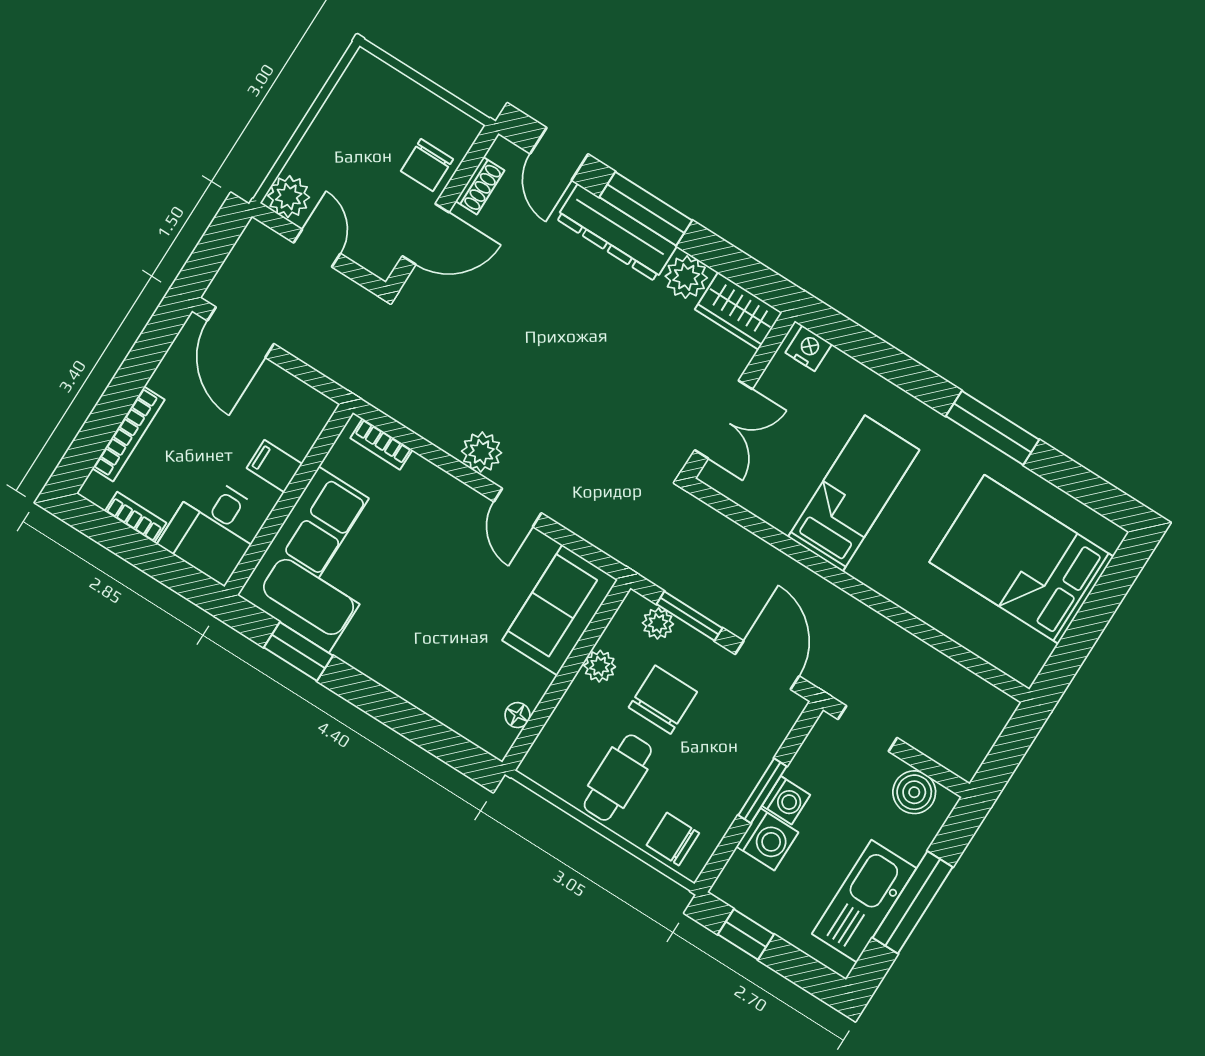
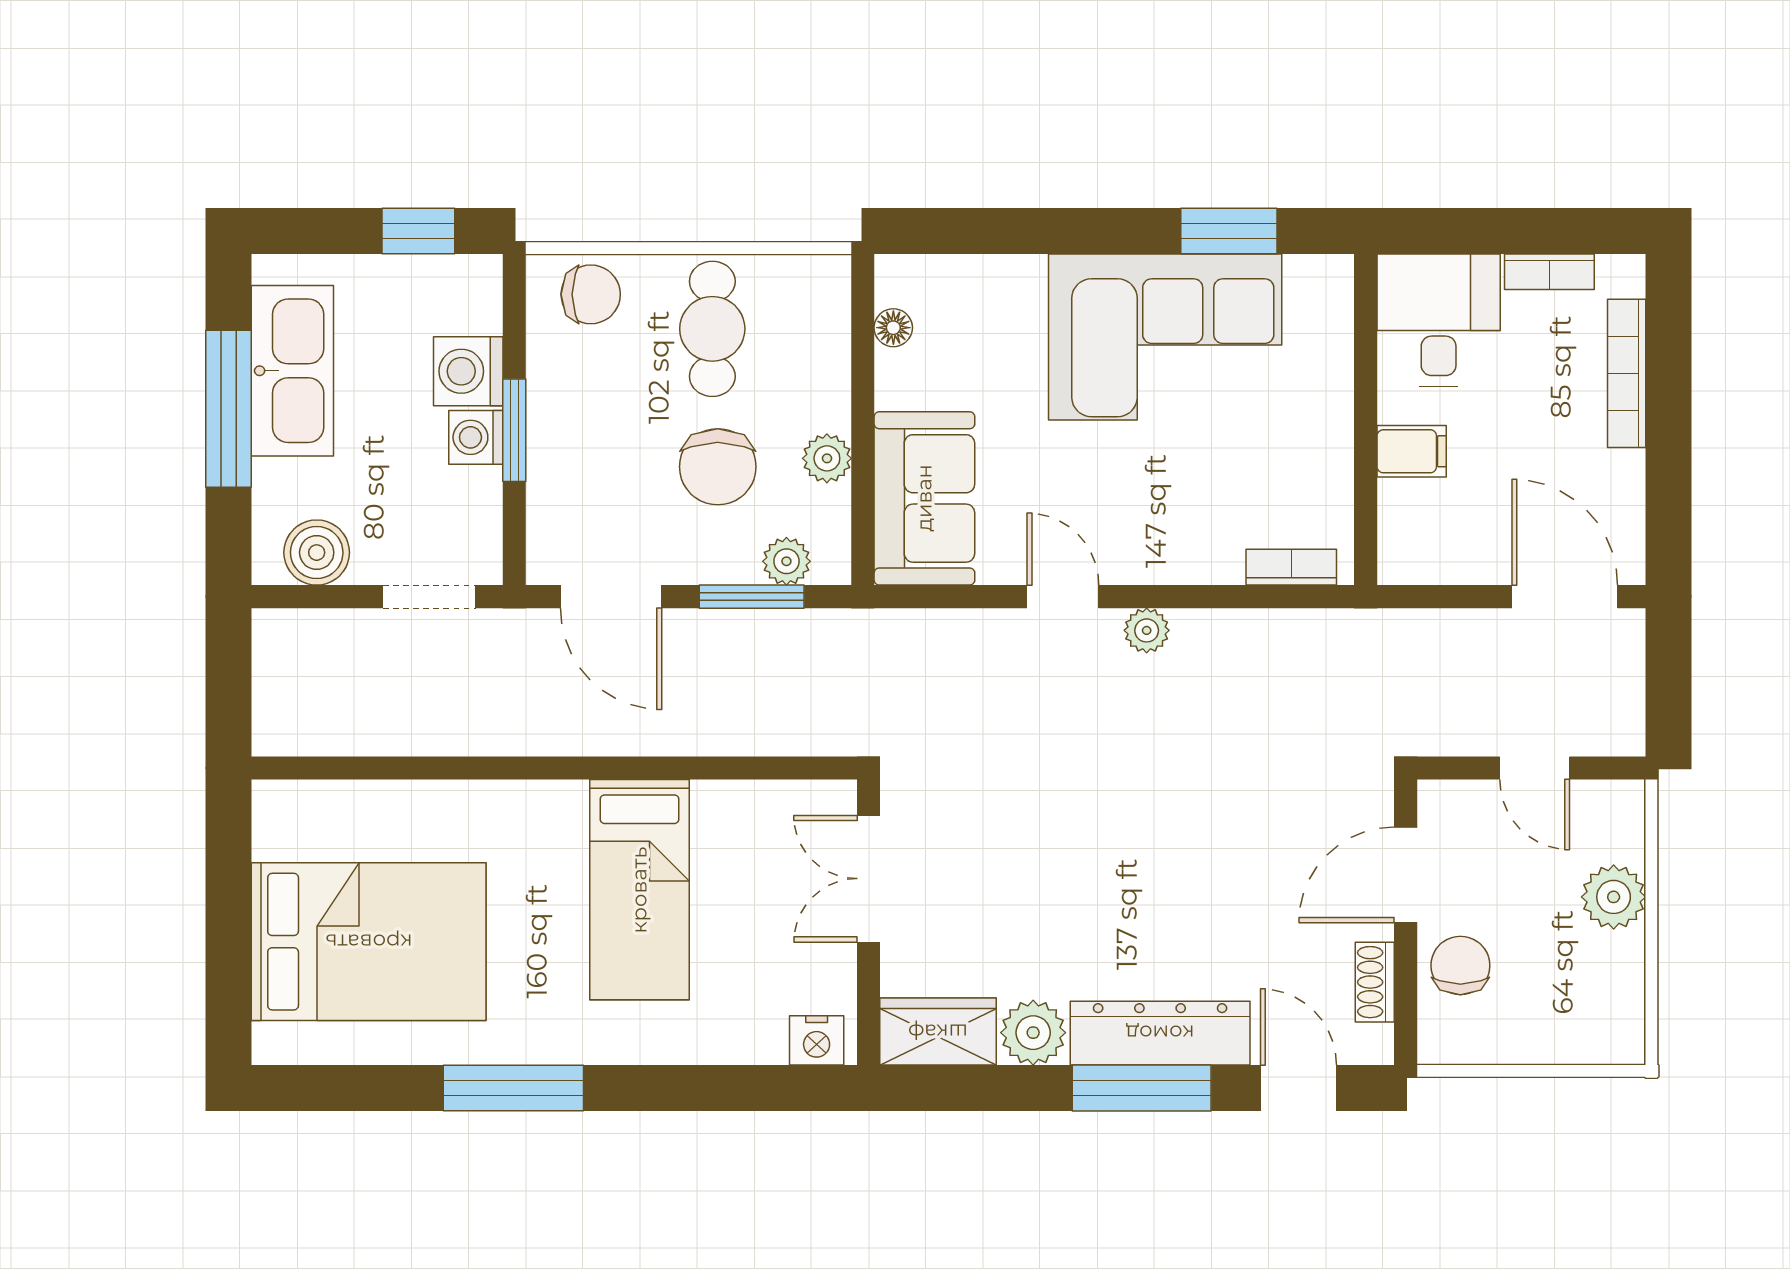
plant: (289, 197) -> (1614, 897), moved
plant: (482, 452) -> (1147, 630), width x0.73, depth x0.73
corner sofa: (324, 560) -> (1165, 337), moved, turned -90

